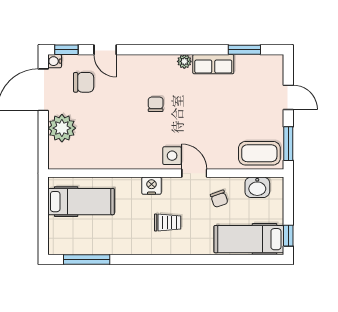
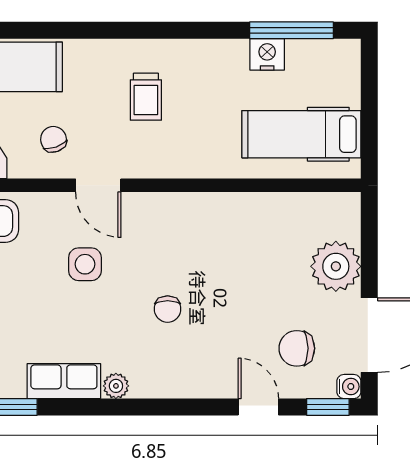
side table: (172, 156) -> (85, 264), moved
nightstand: (151, 186) -> (267, 54), moved, turned 180
trolley: (168, 222) -> (146, 97), turned -90

